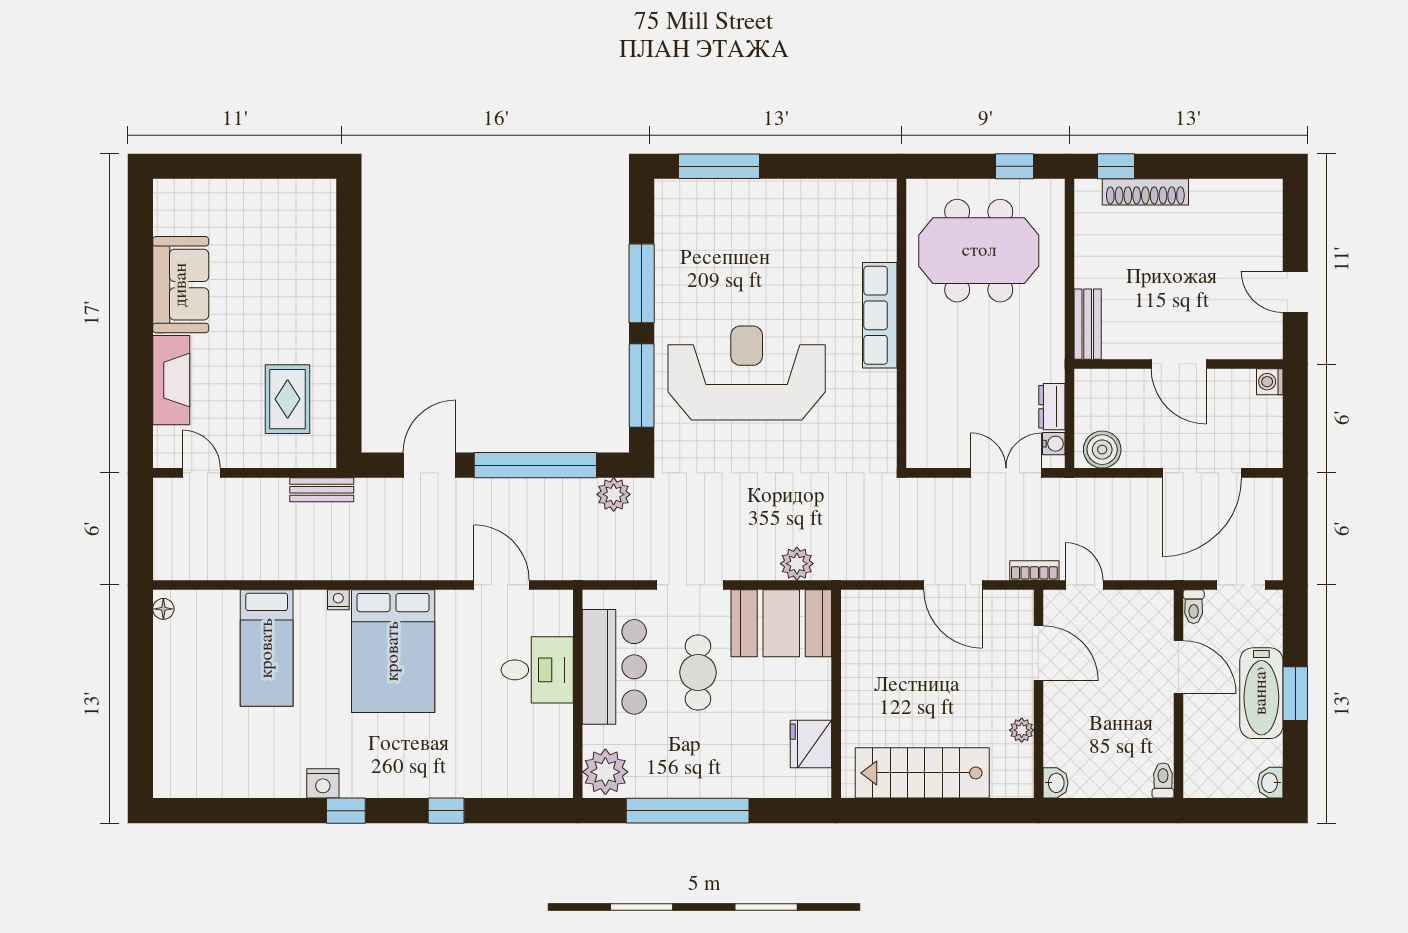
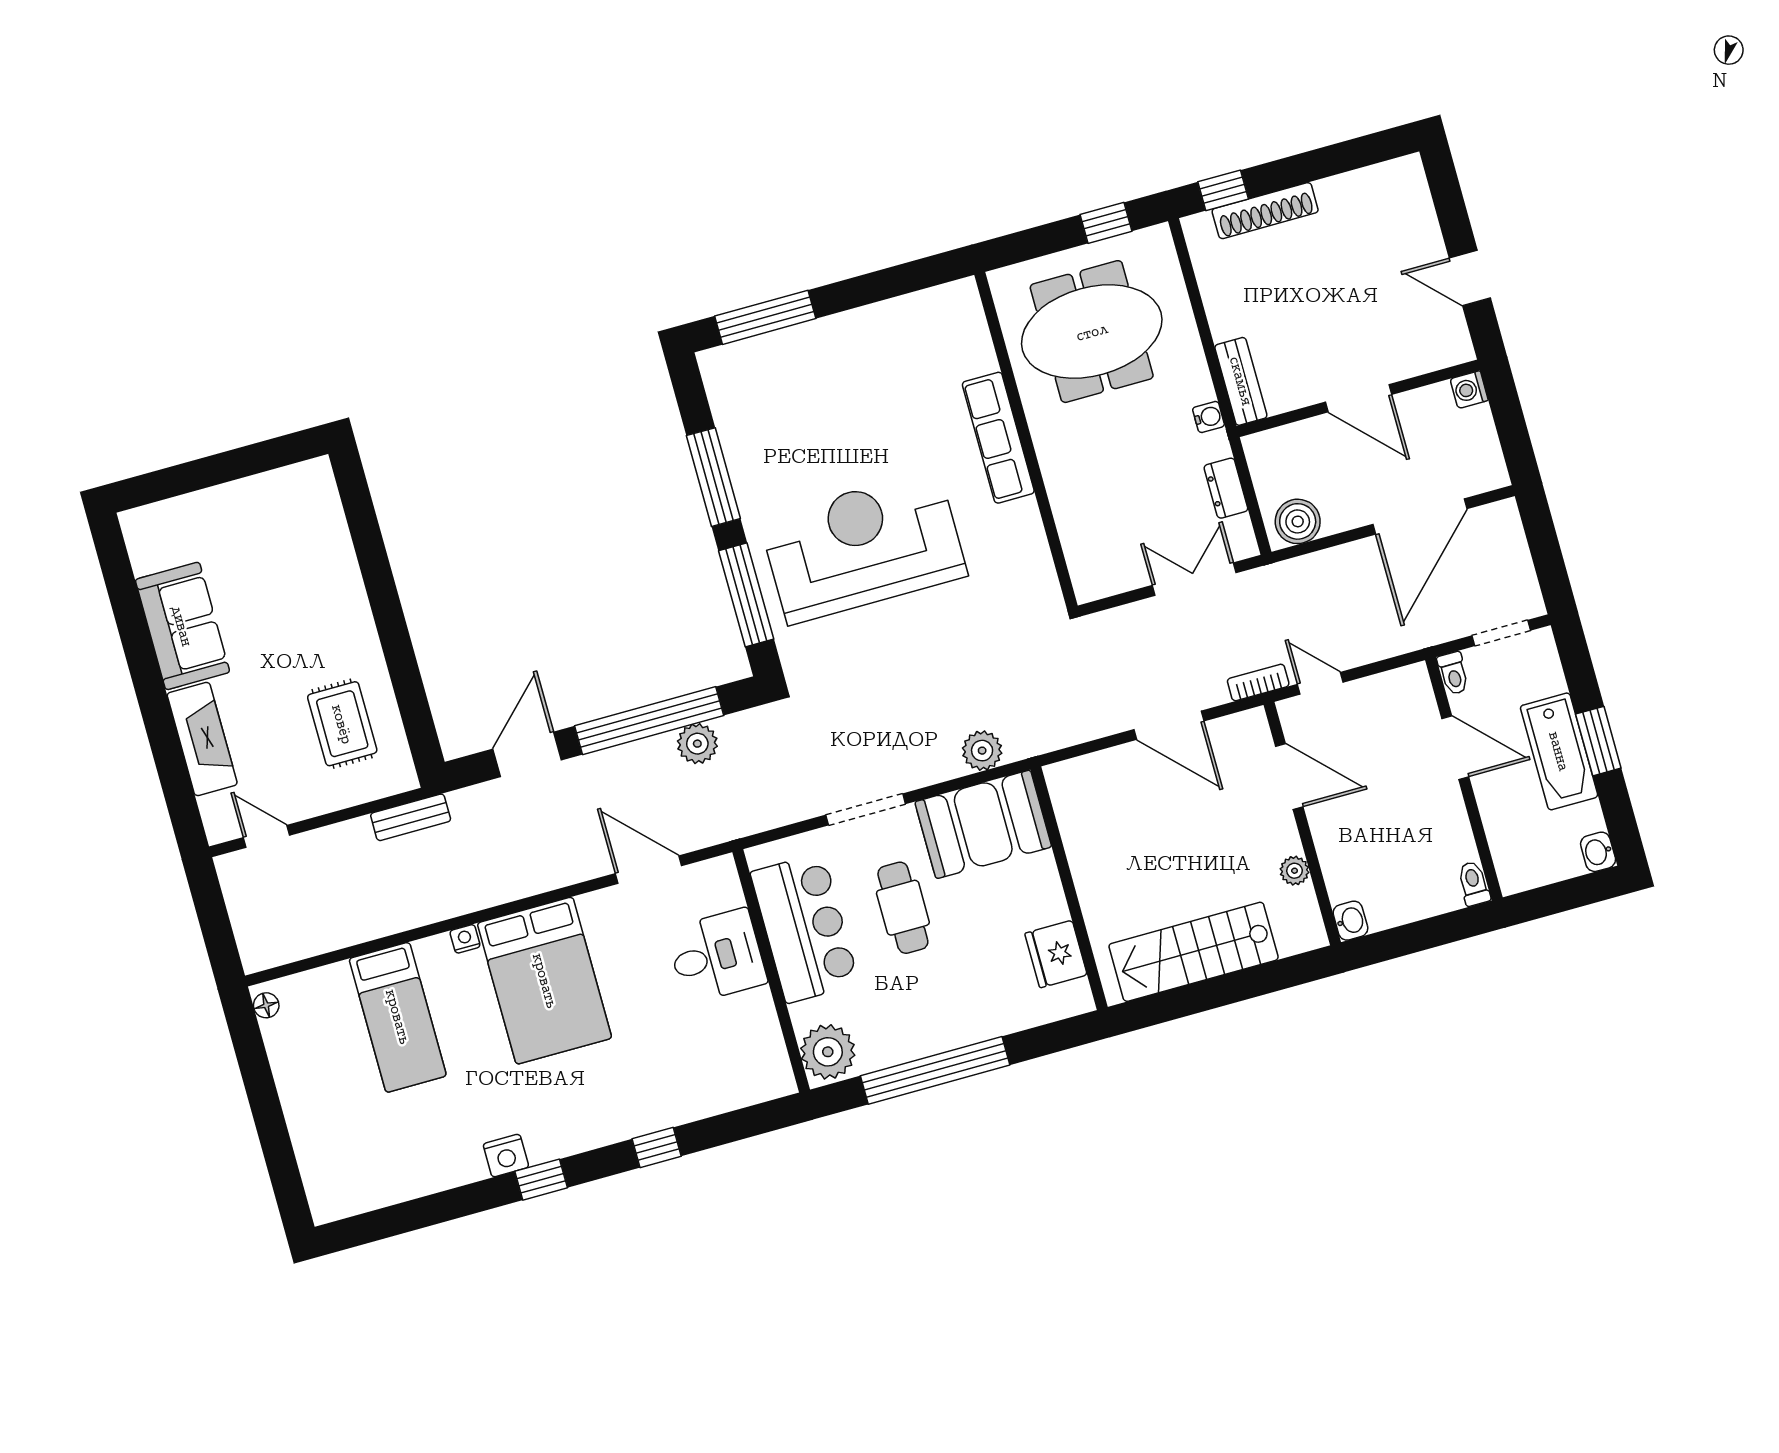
water cooler: (1054, 444) -> (1209, 417), moved
plant: (614, 494) -> (697, 744), moved

